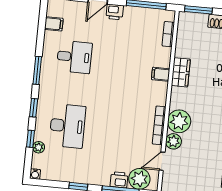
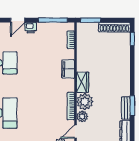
wardrobe: (181, 72) -> (82, 82), moved
filing cabinet: (161, 74) -> (68, 69), width x2.00

